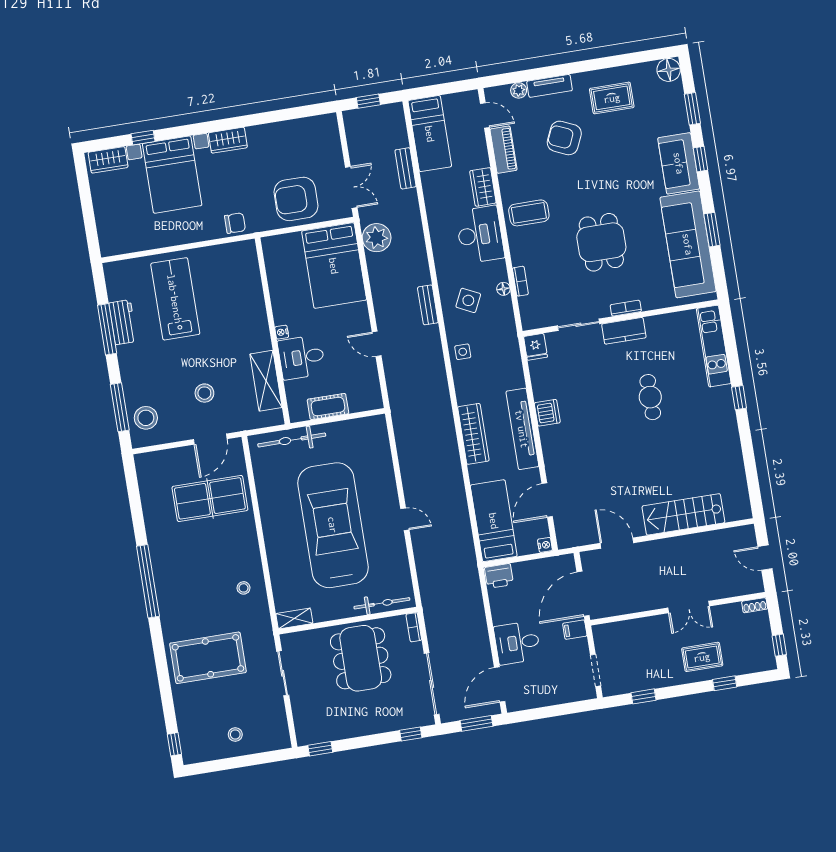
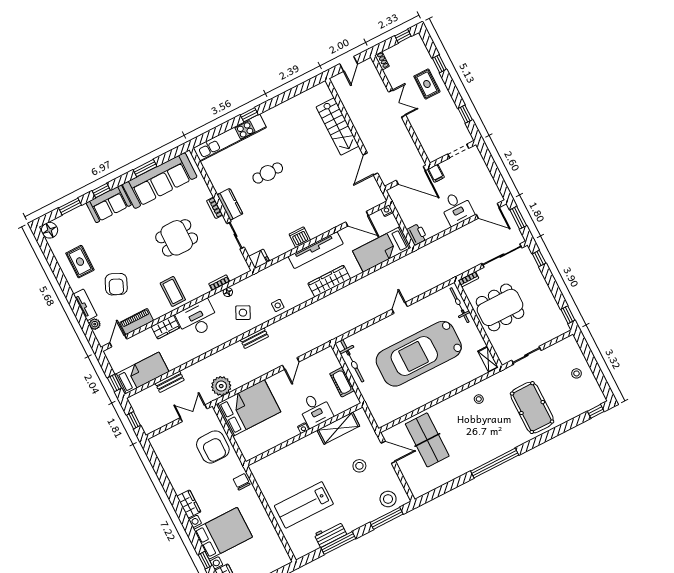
window: (428, 91) -> (114, 383), added
kitchen unit: (714, 346) -> (230, 138), width x1.36
bicycle: (292, 440) -> (352, 361), moved

